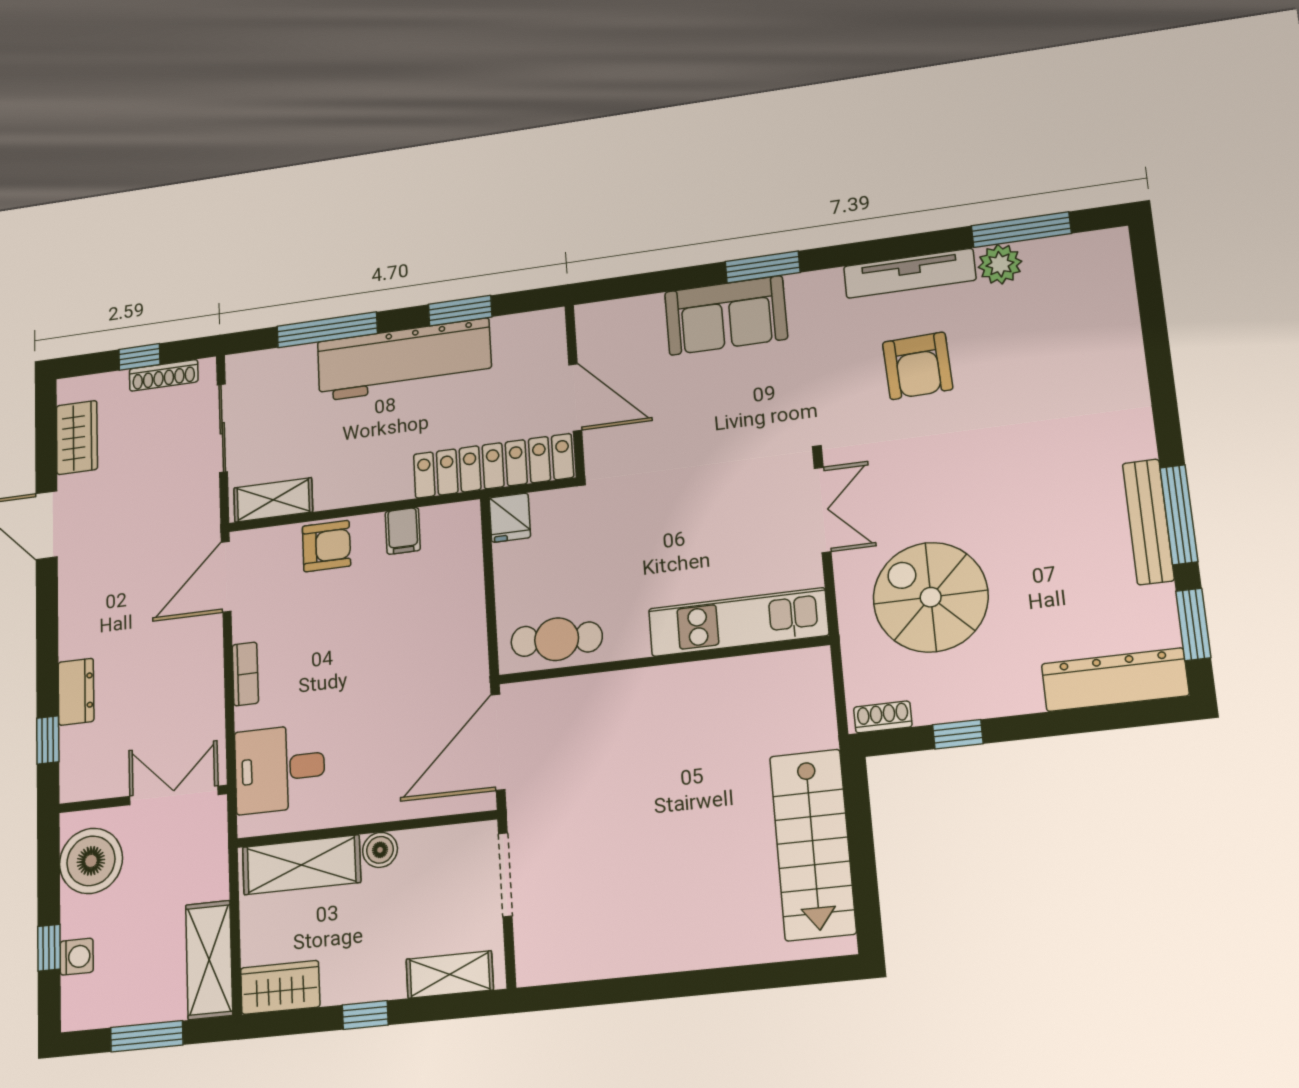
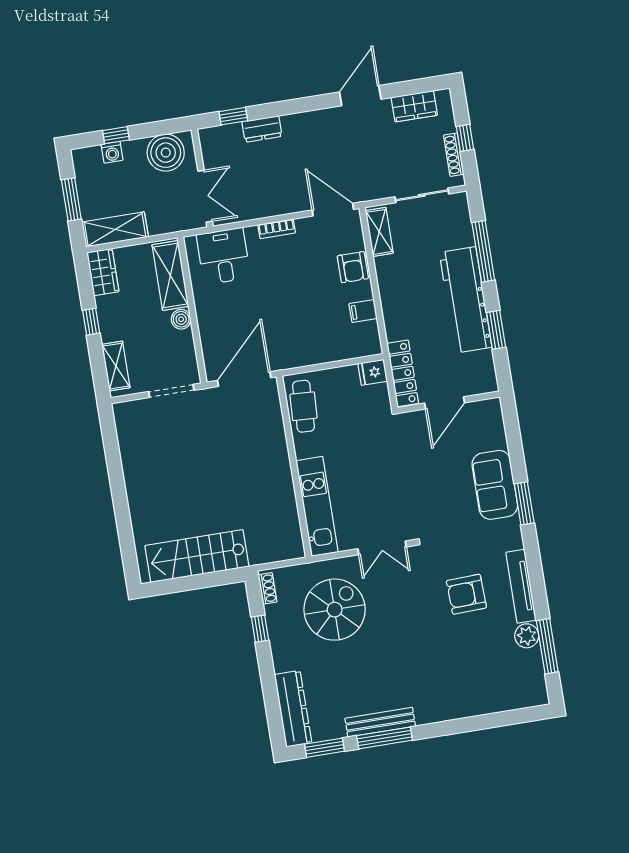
locker: (493, 466) -> (403, 373), width x0.71, depth x0.83
door: (498, 742) -> (244, 379), hinge flipped

